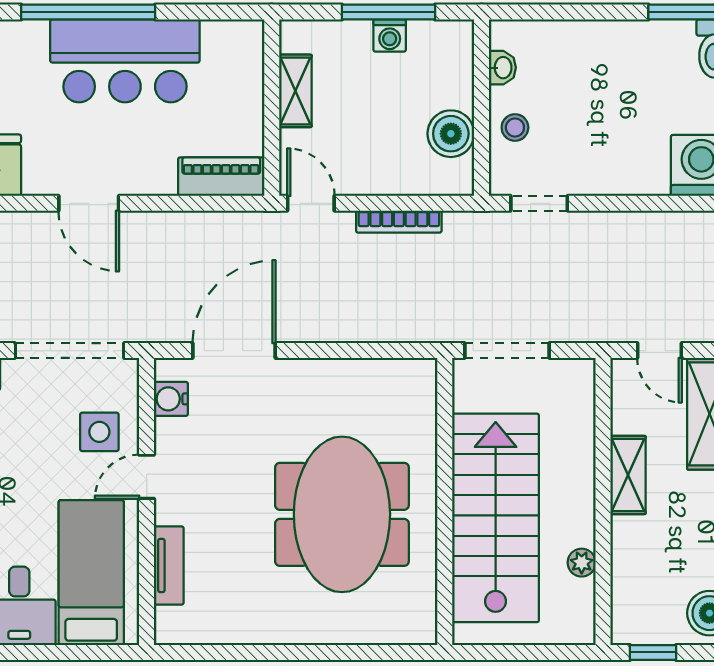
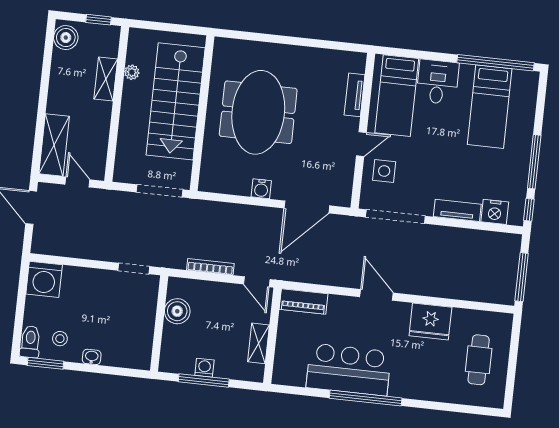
washbasin: (502, 68) -> (92, 357), moved, turned 90
stool: (515, 127) -> (60, 339), moved
water cooler: (171, 399) -> (261, 189), moved, turned 90
shelving: (628, 475) -> (106, 79), moved

